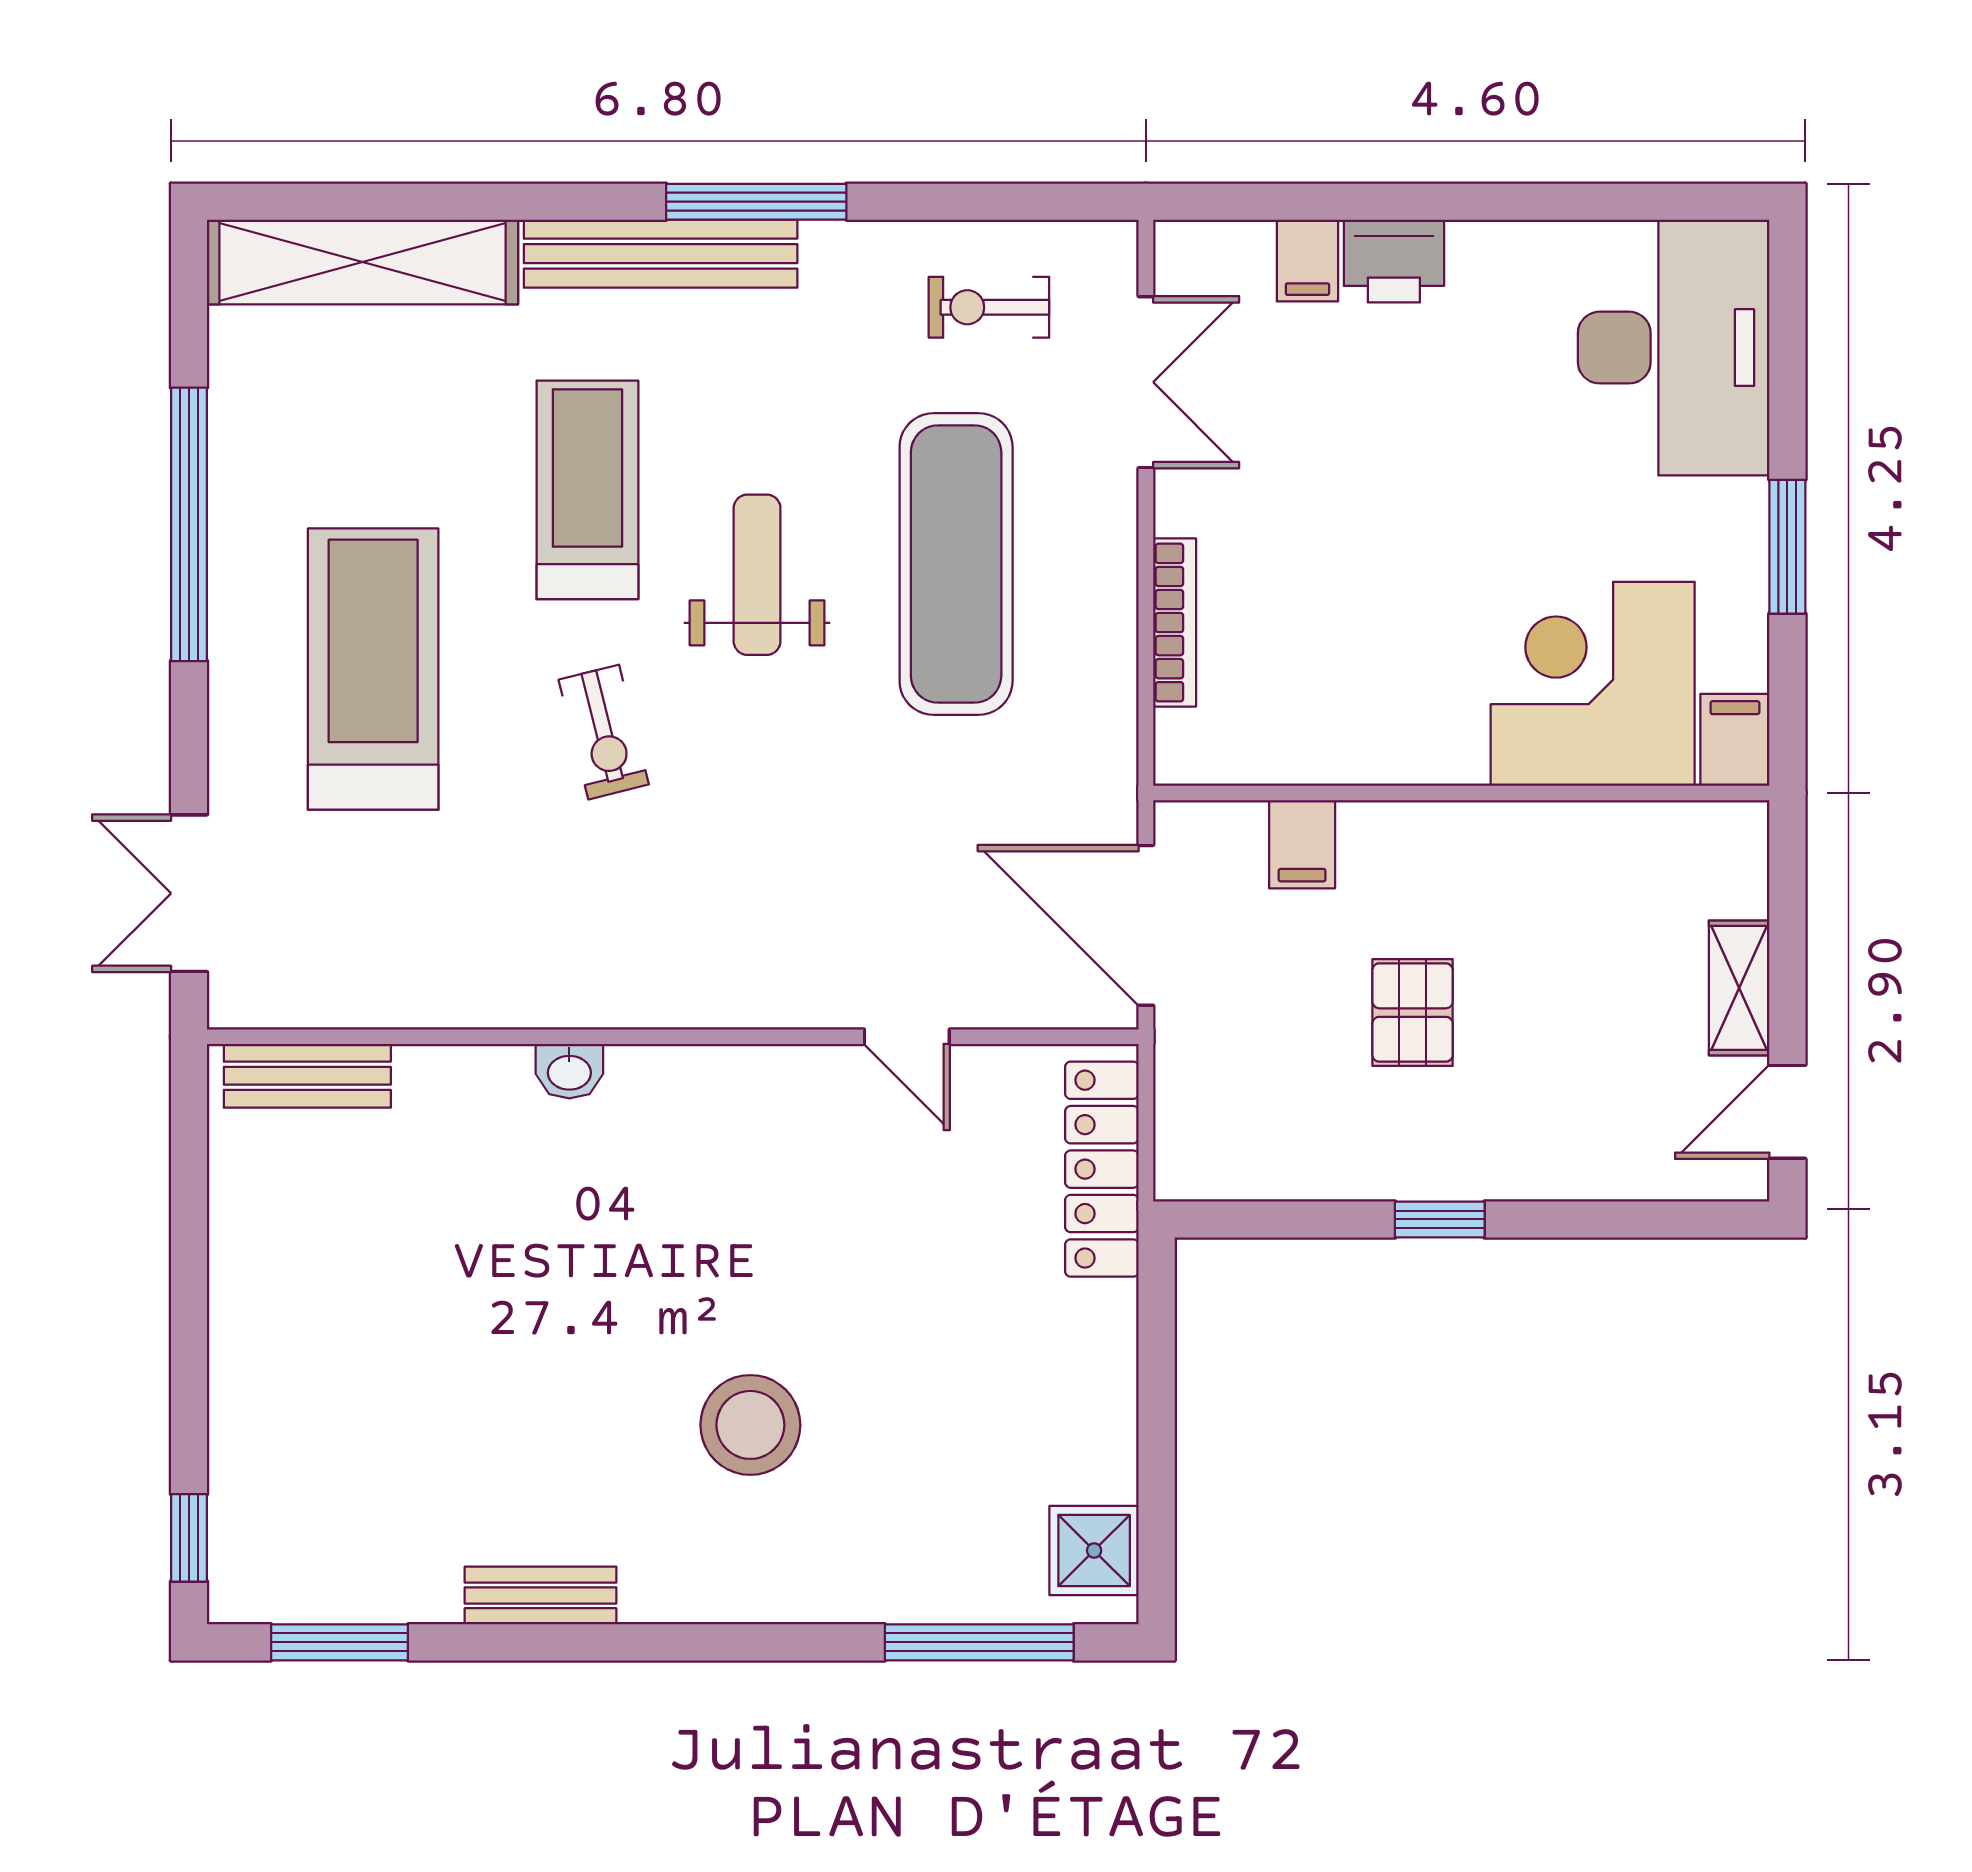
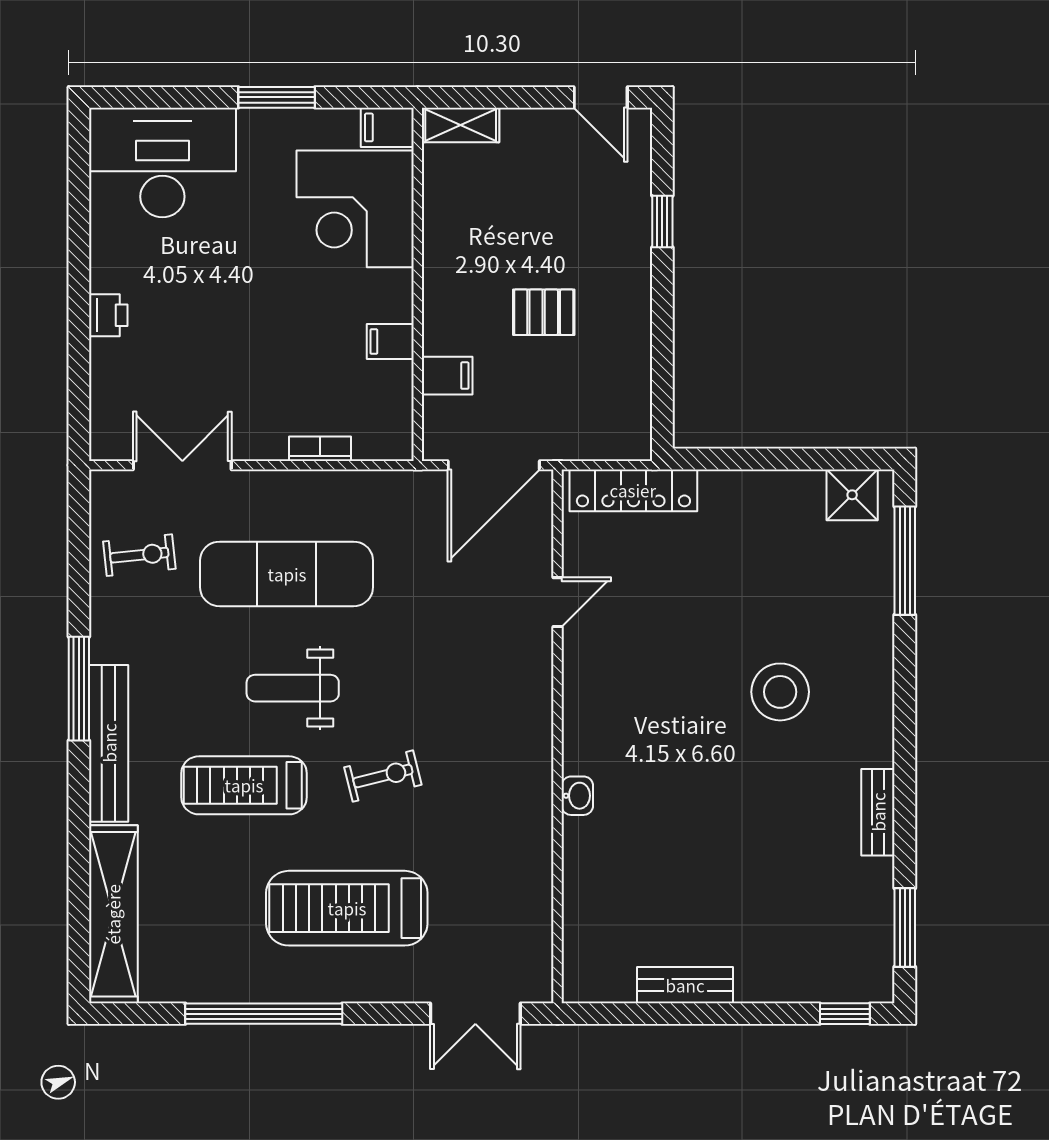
filing cabinet: (1307, 261) -> (390, 342), moved, turned 180
printer: (1394, 261) -> (108, 315), width x0.73, depth x0.81
exercise bike: (989, 307) -> (139, 555), turned -96
bookcase: (1175, 623) -> (320, 449), width x0.64
shelving: (1739, 988) -> (461, 125), moved
bench: (307, 1076) -> (685, 985), moved, turned 90
window: (1440, 1219) -> (662, 222), moved

